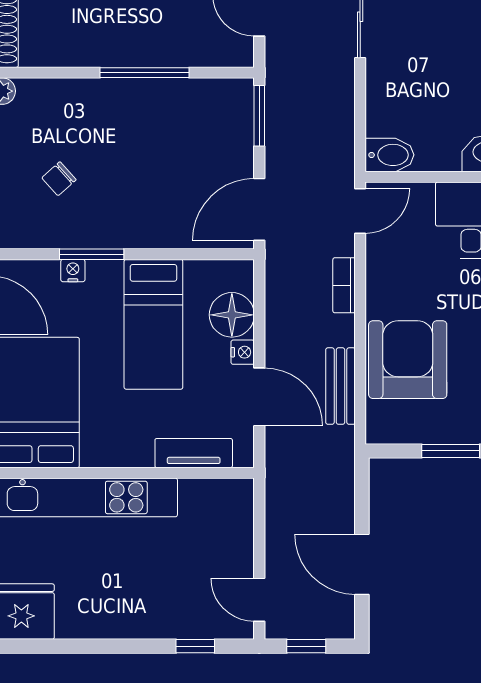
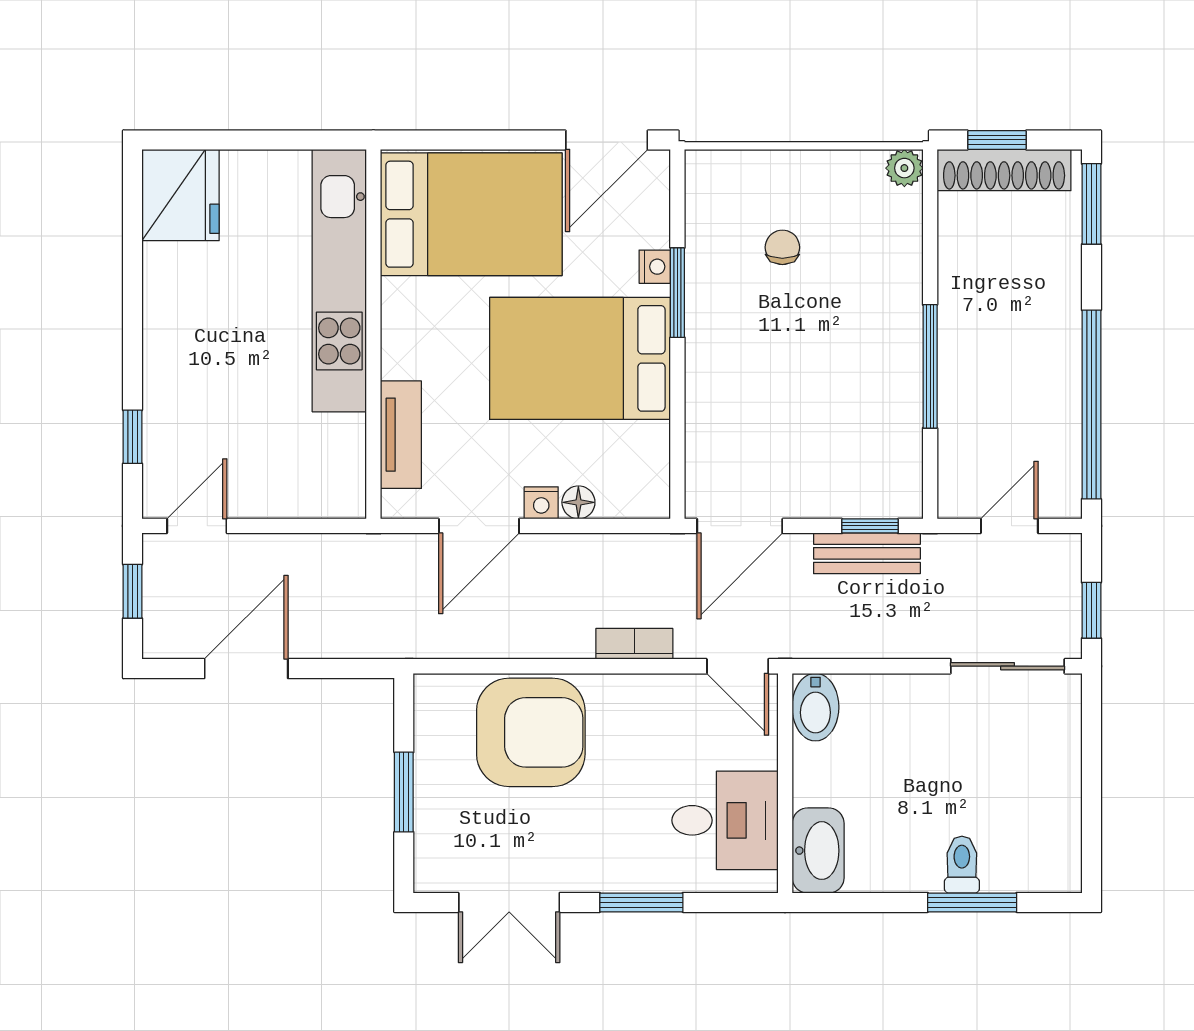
window: (259, 116) -> (870, 526), width x0.67
chair: (59, 179) -> (782, 247), turned 42
door: (259, 209) -> (740, 526), swing flipped
floor lamp: (232, 315) -> (578, 502), width x0.53, depth x0.53
bed: (153, 324) -> (580, 358), width x1.50
bench: (341, 386) -> (867, 553), moved

